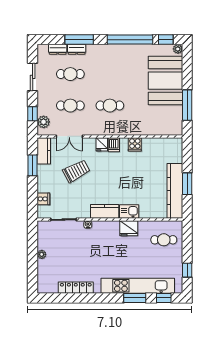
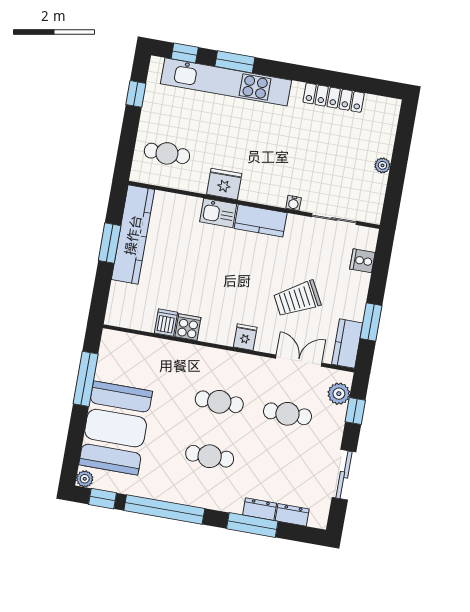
cafe table: (70, 74) -> (210, 456), moved
dishwasher: (114, 145) -> (166, 323), moved

